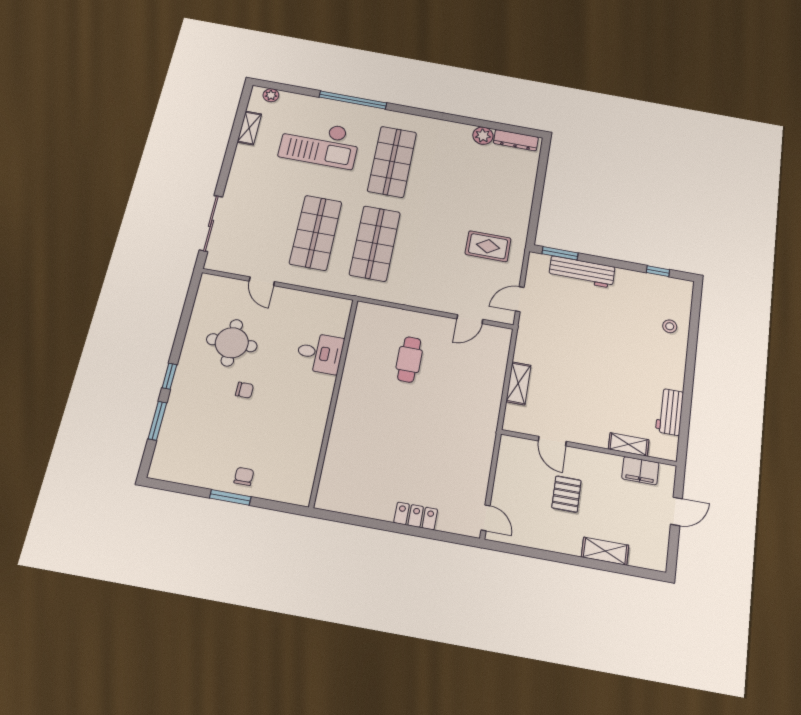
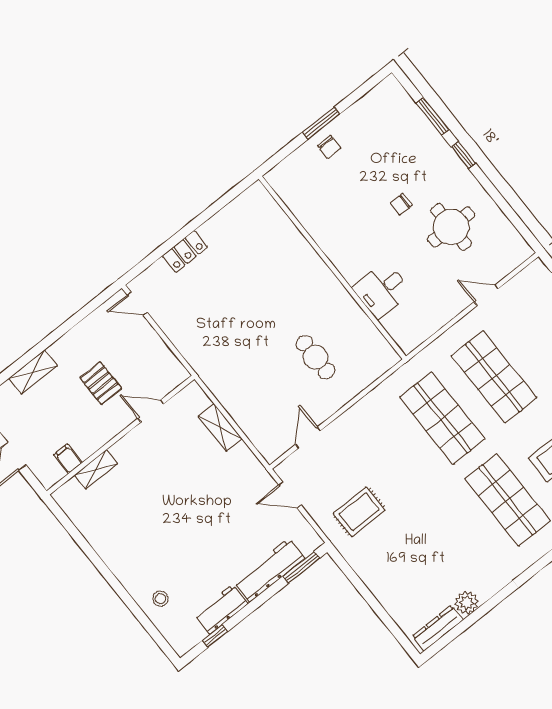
door: (520, 299) -> (290, 495), swing flipped
workbench: (670, 412) -> (221, 609), moved, turned -90
filing cabinet: (640, 471) -> (68, 459), width x0.50

